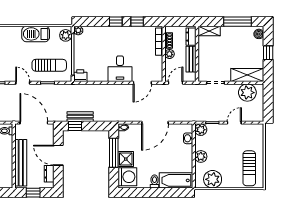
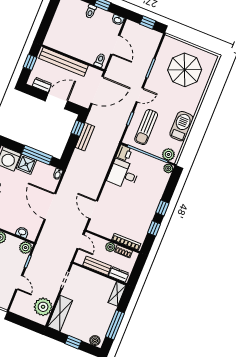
desk: (120, 69) -> (123, 174), moved

